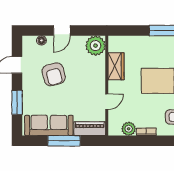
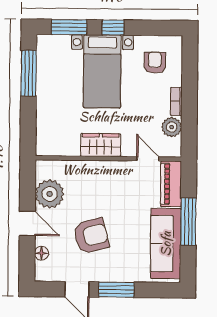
plant: (96, 46) -> (50, 194), moved
wardrobe: (116, 66) -> (101, 145), moved
window: (17, 102) -> (116, 290), moved
door: (107, 102) -> (148, 159), moved

